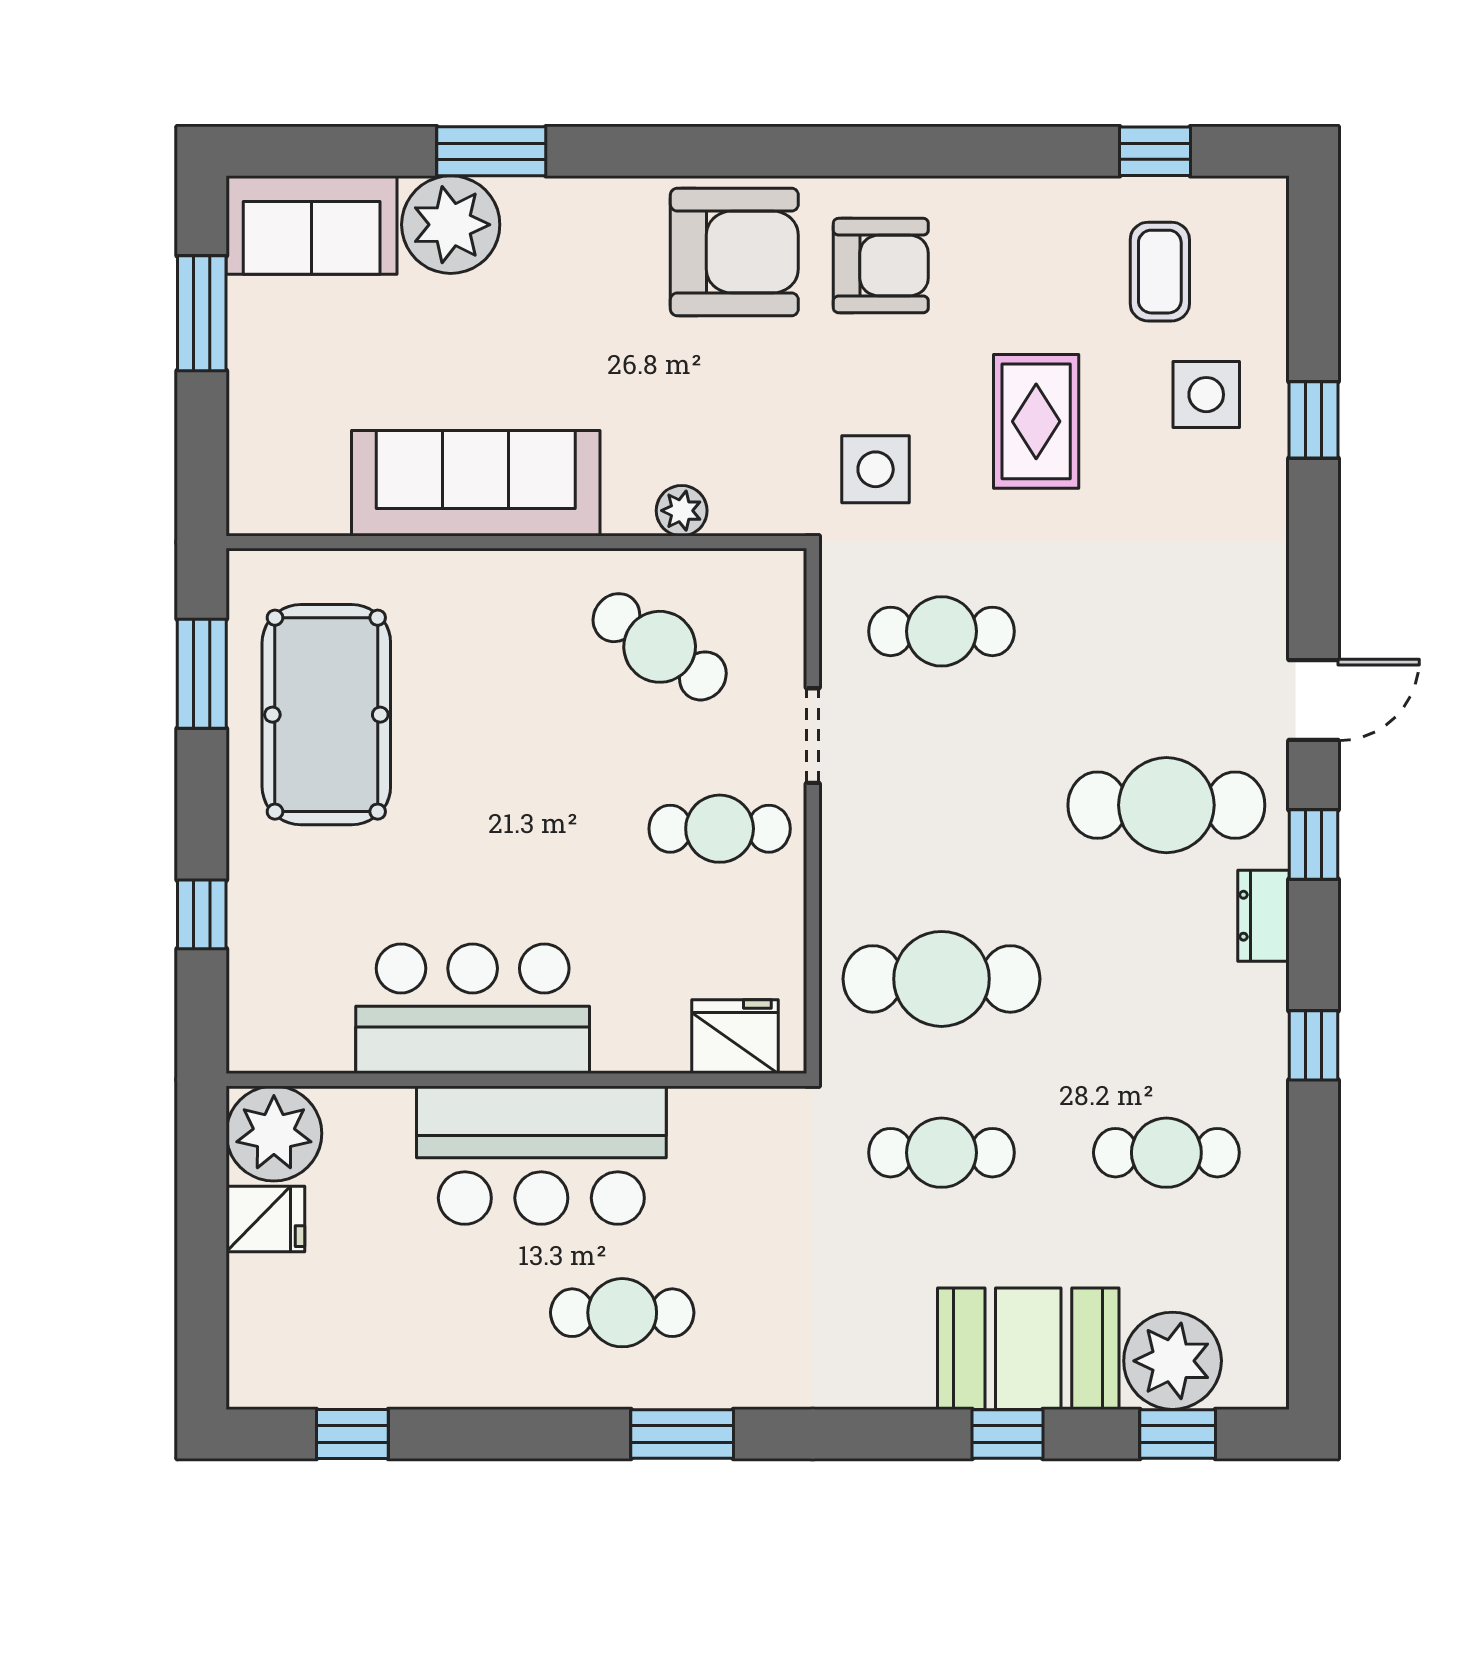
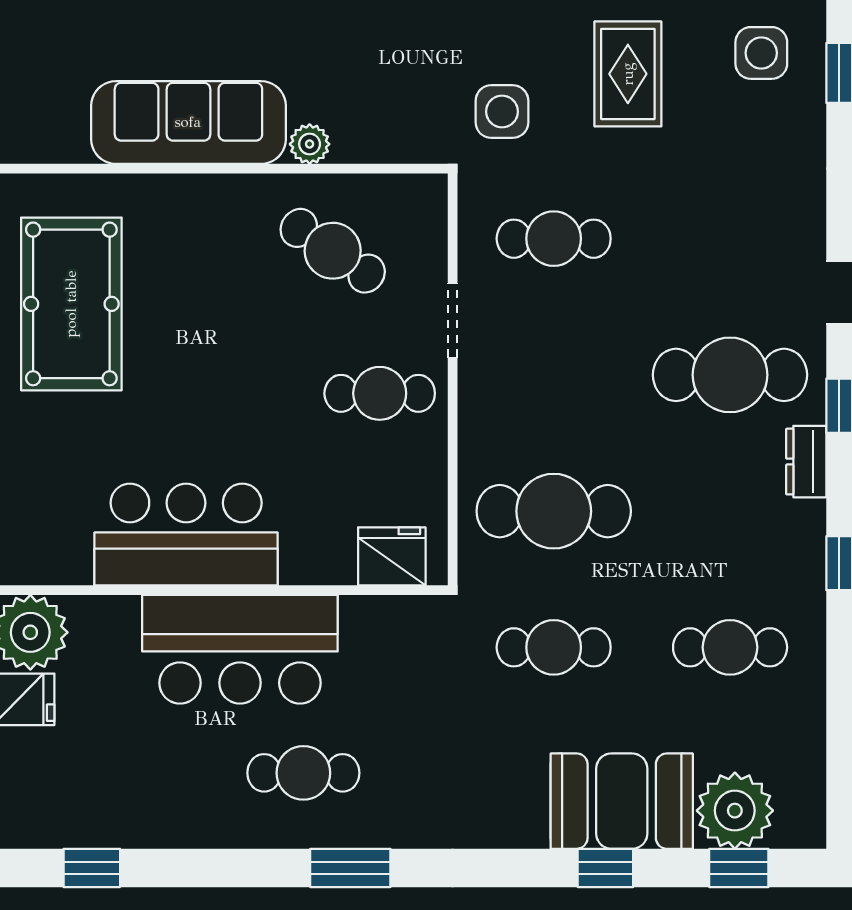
plant: (682, 511) -> (310, 144), moved

